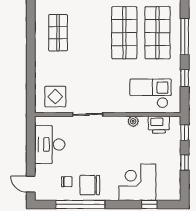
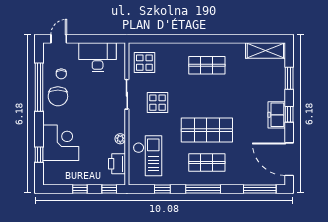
shop shelf: (157, 33) -> (207, 162), width x0.70, depth x0.74
display table: (96, 83) -> (157, 103), added
chair: (90, 185) -> (58, 96), turned 180

